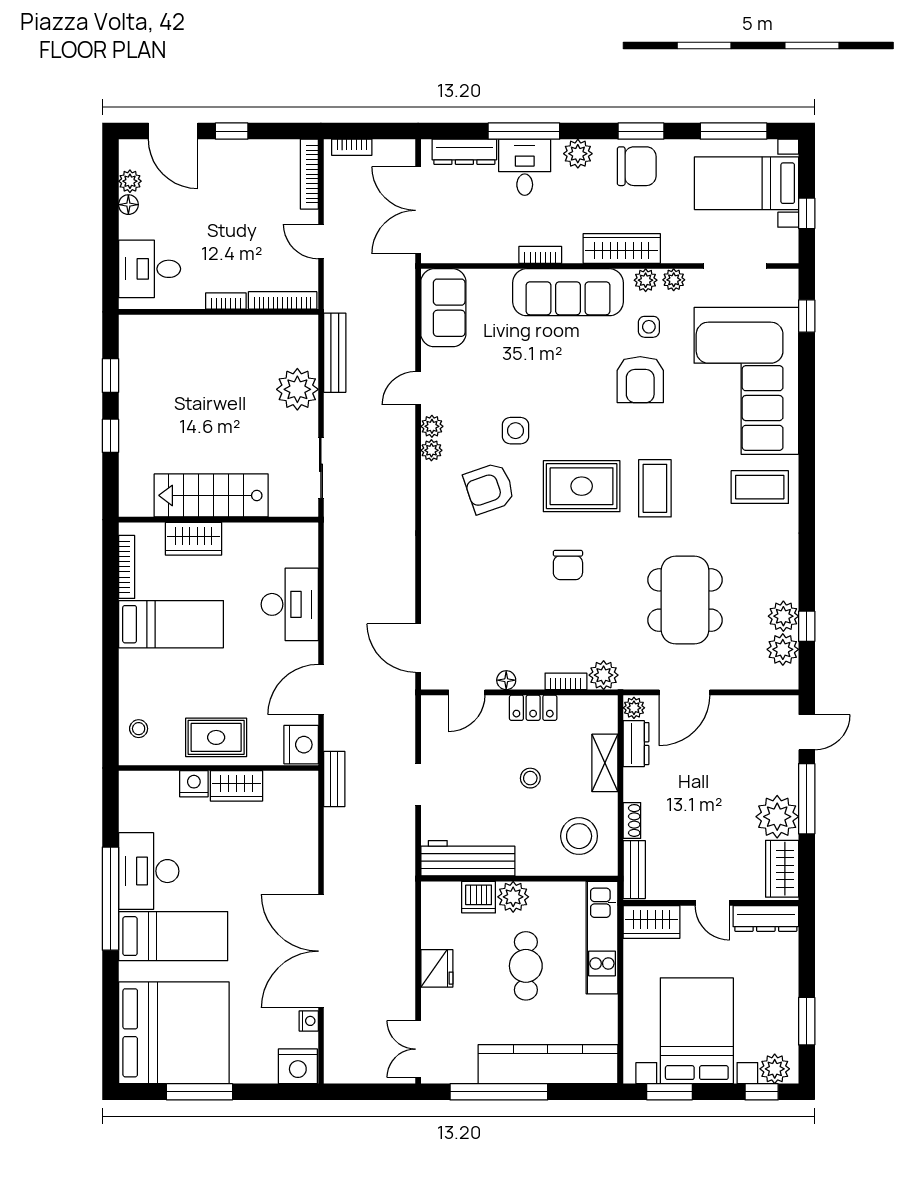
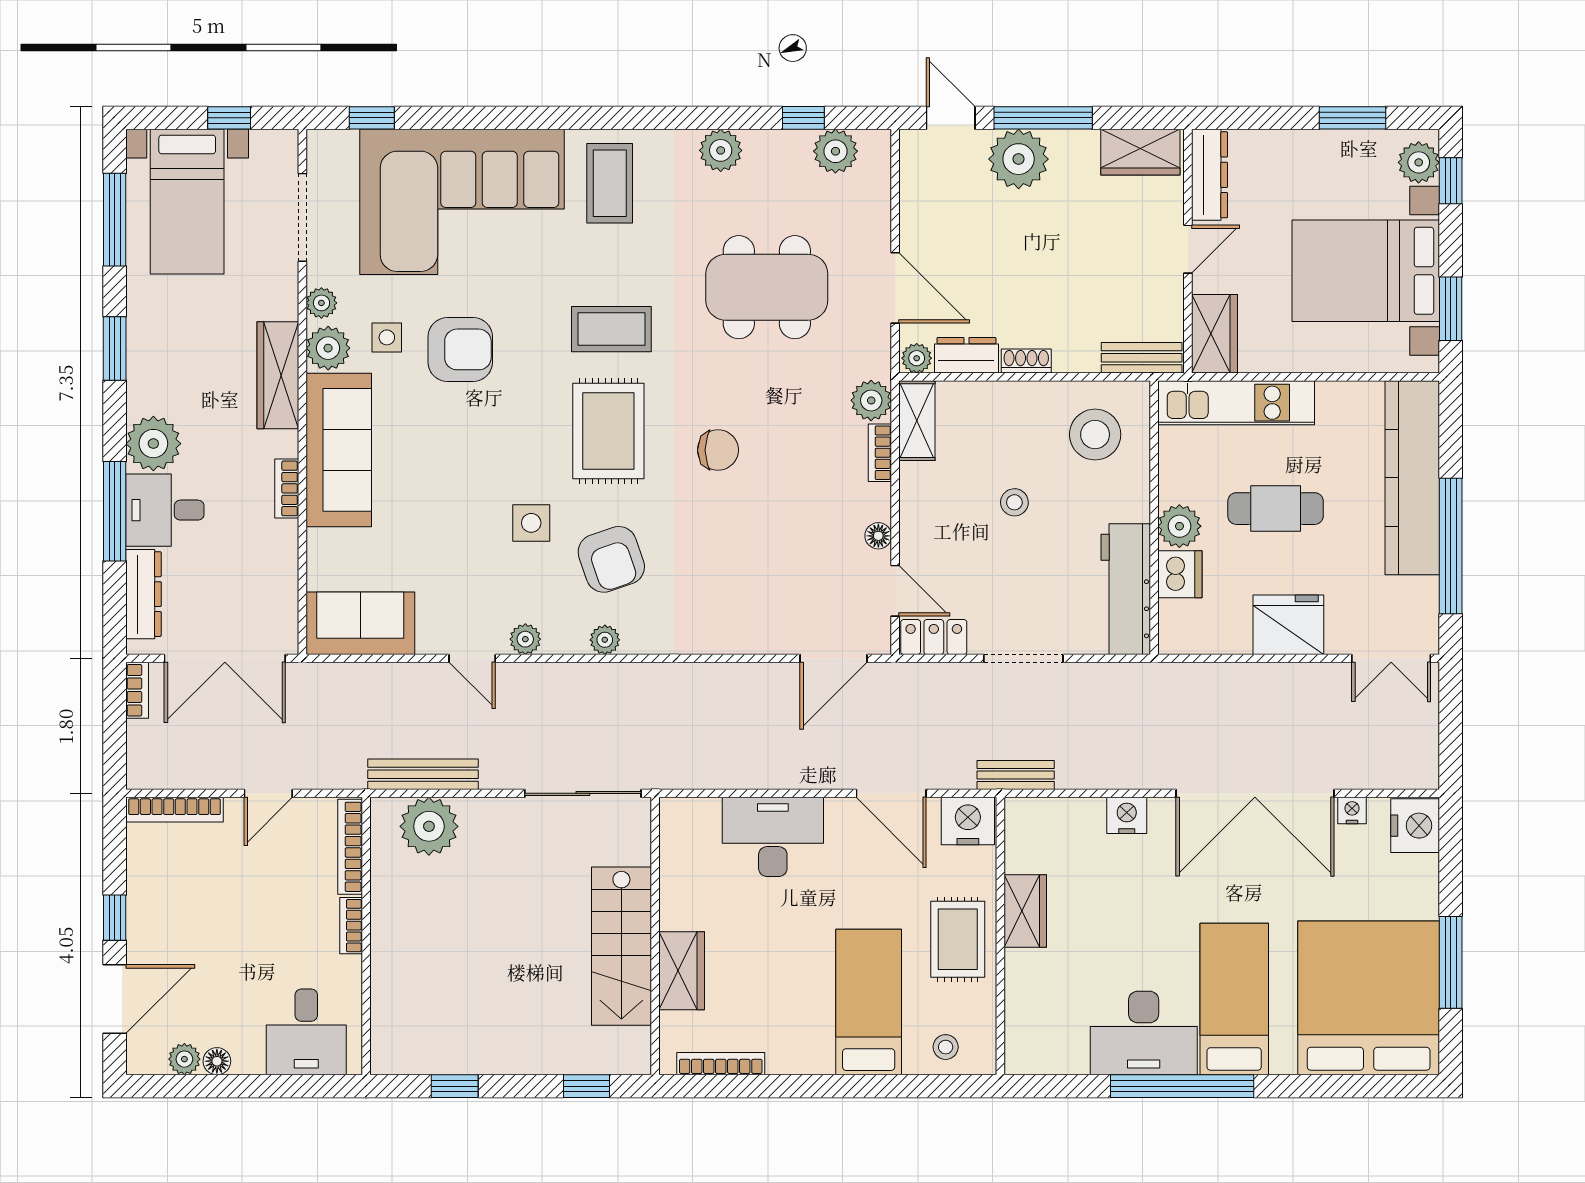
bookcase: (352, 147) -> (137, 690), moved
plant: (578, 154) -> (153, 444), width x1.36, depth x1.36
chair: (637, 166) -> (163, 354), removed
plant: (646, 280) -> (328, 348), width x1.38, depth x1.38
plant: (297, 389) -> (429, 826), moved
window: (110, 436) -> (586, 1086), moved
plant: (431, 450) -> (605, 640), moved
sliding door: (321, 468) -> (583, 793), width x1.37
plant: (783, 616) -> (721, 150), moved
bed: (171, 624) -> (869, 1002), moved
locker: (533, 708) -> (934, 637), moved, turned -90
shelving: (605, 763) -> (917, 421), moved, turned 90
nightstand: (194, 784) -> (1127, 815), moved, turned 90
doorway: (418, 785) -> (1023, 658), width x1.38
plant: (777, 817) -> (1019, 159), moved
shoe rack: (632, 820) -> (1026, 361), moved
fridge: (437, 968) -> (1288, 625), width x1.36, depth x1.34

